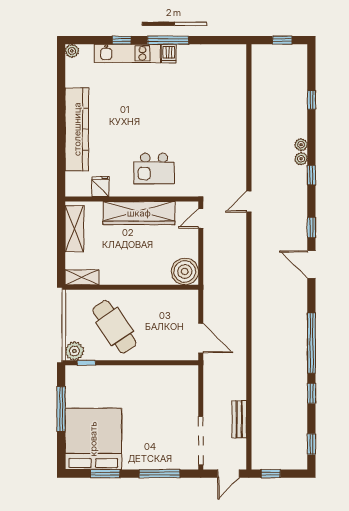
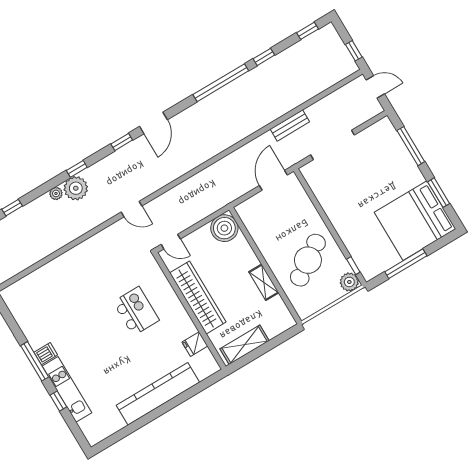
plant: (72, 51) -> (93, 438), removed
plant: (301, 159) -> (76, 188), width x1.88, depth x1.88
kitchen island: (154, 169) -> (136, 311), moved
shelving: (82, 277) -> (264, 282), moved
bench: (239, 419) -> (290, 125), moved
doorway: (201, 441) -> (332, 145), moved

